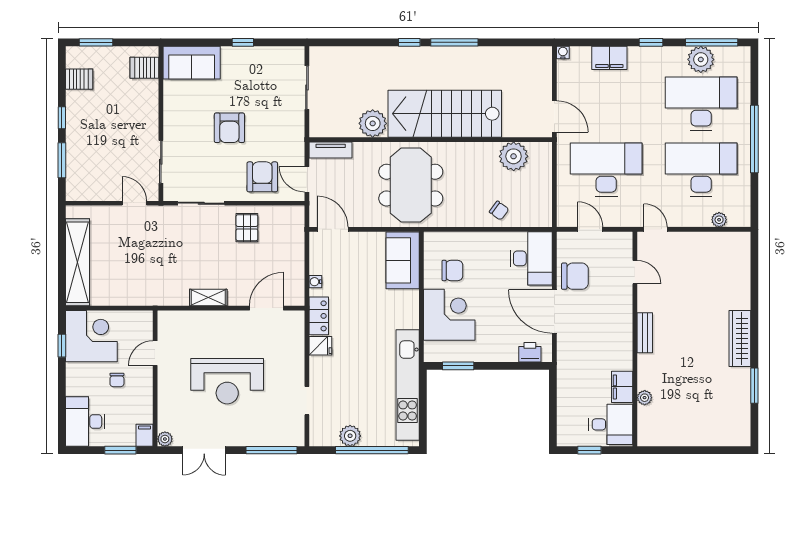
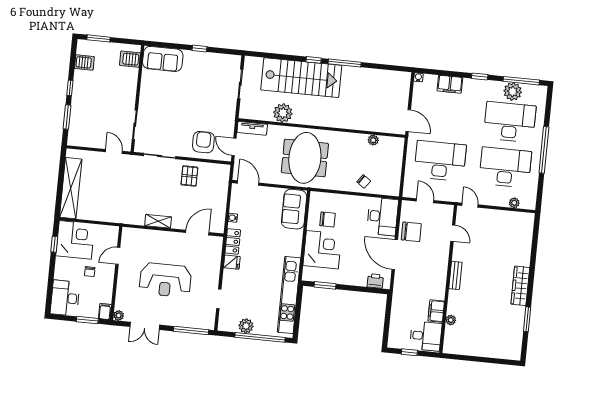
stairs: (445, 114) -> (301, 78), moved, turned 180
armchair: (229, 128) -> (184, 106), removed
plant: (514, 156) -> (373, 140), width x0.53, depth x0.53

